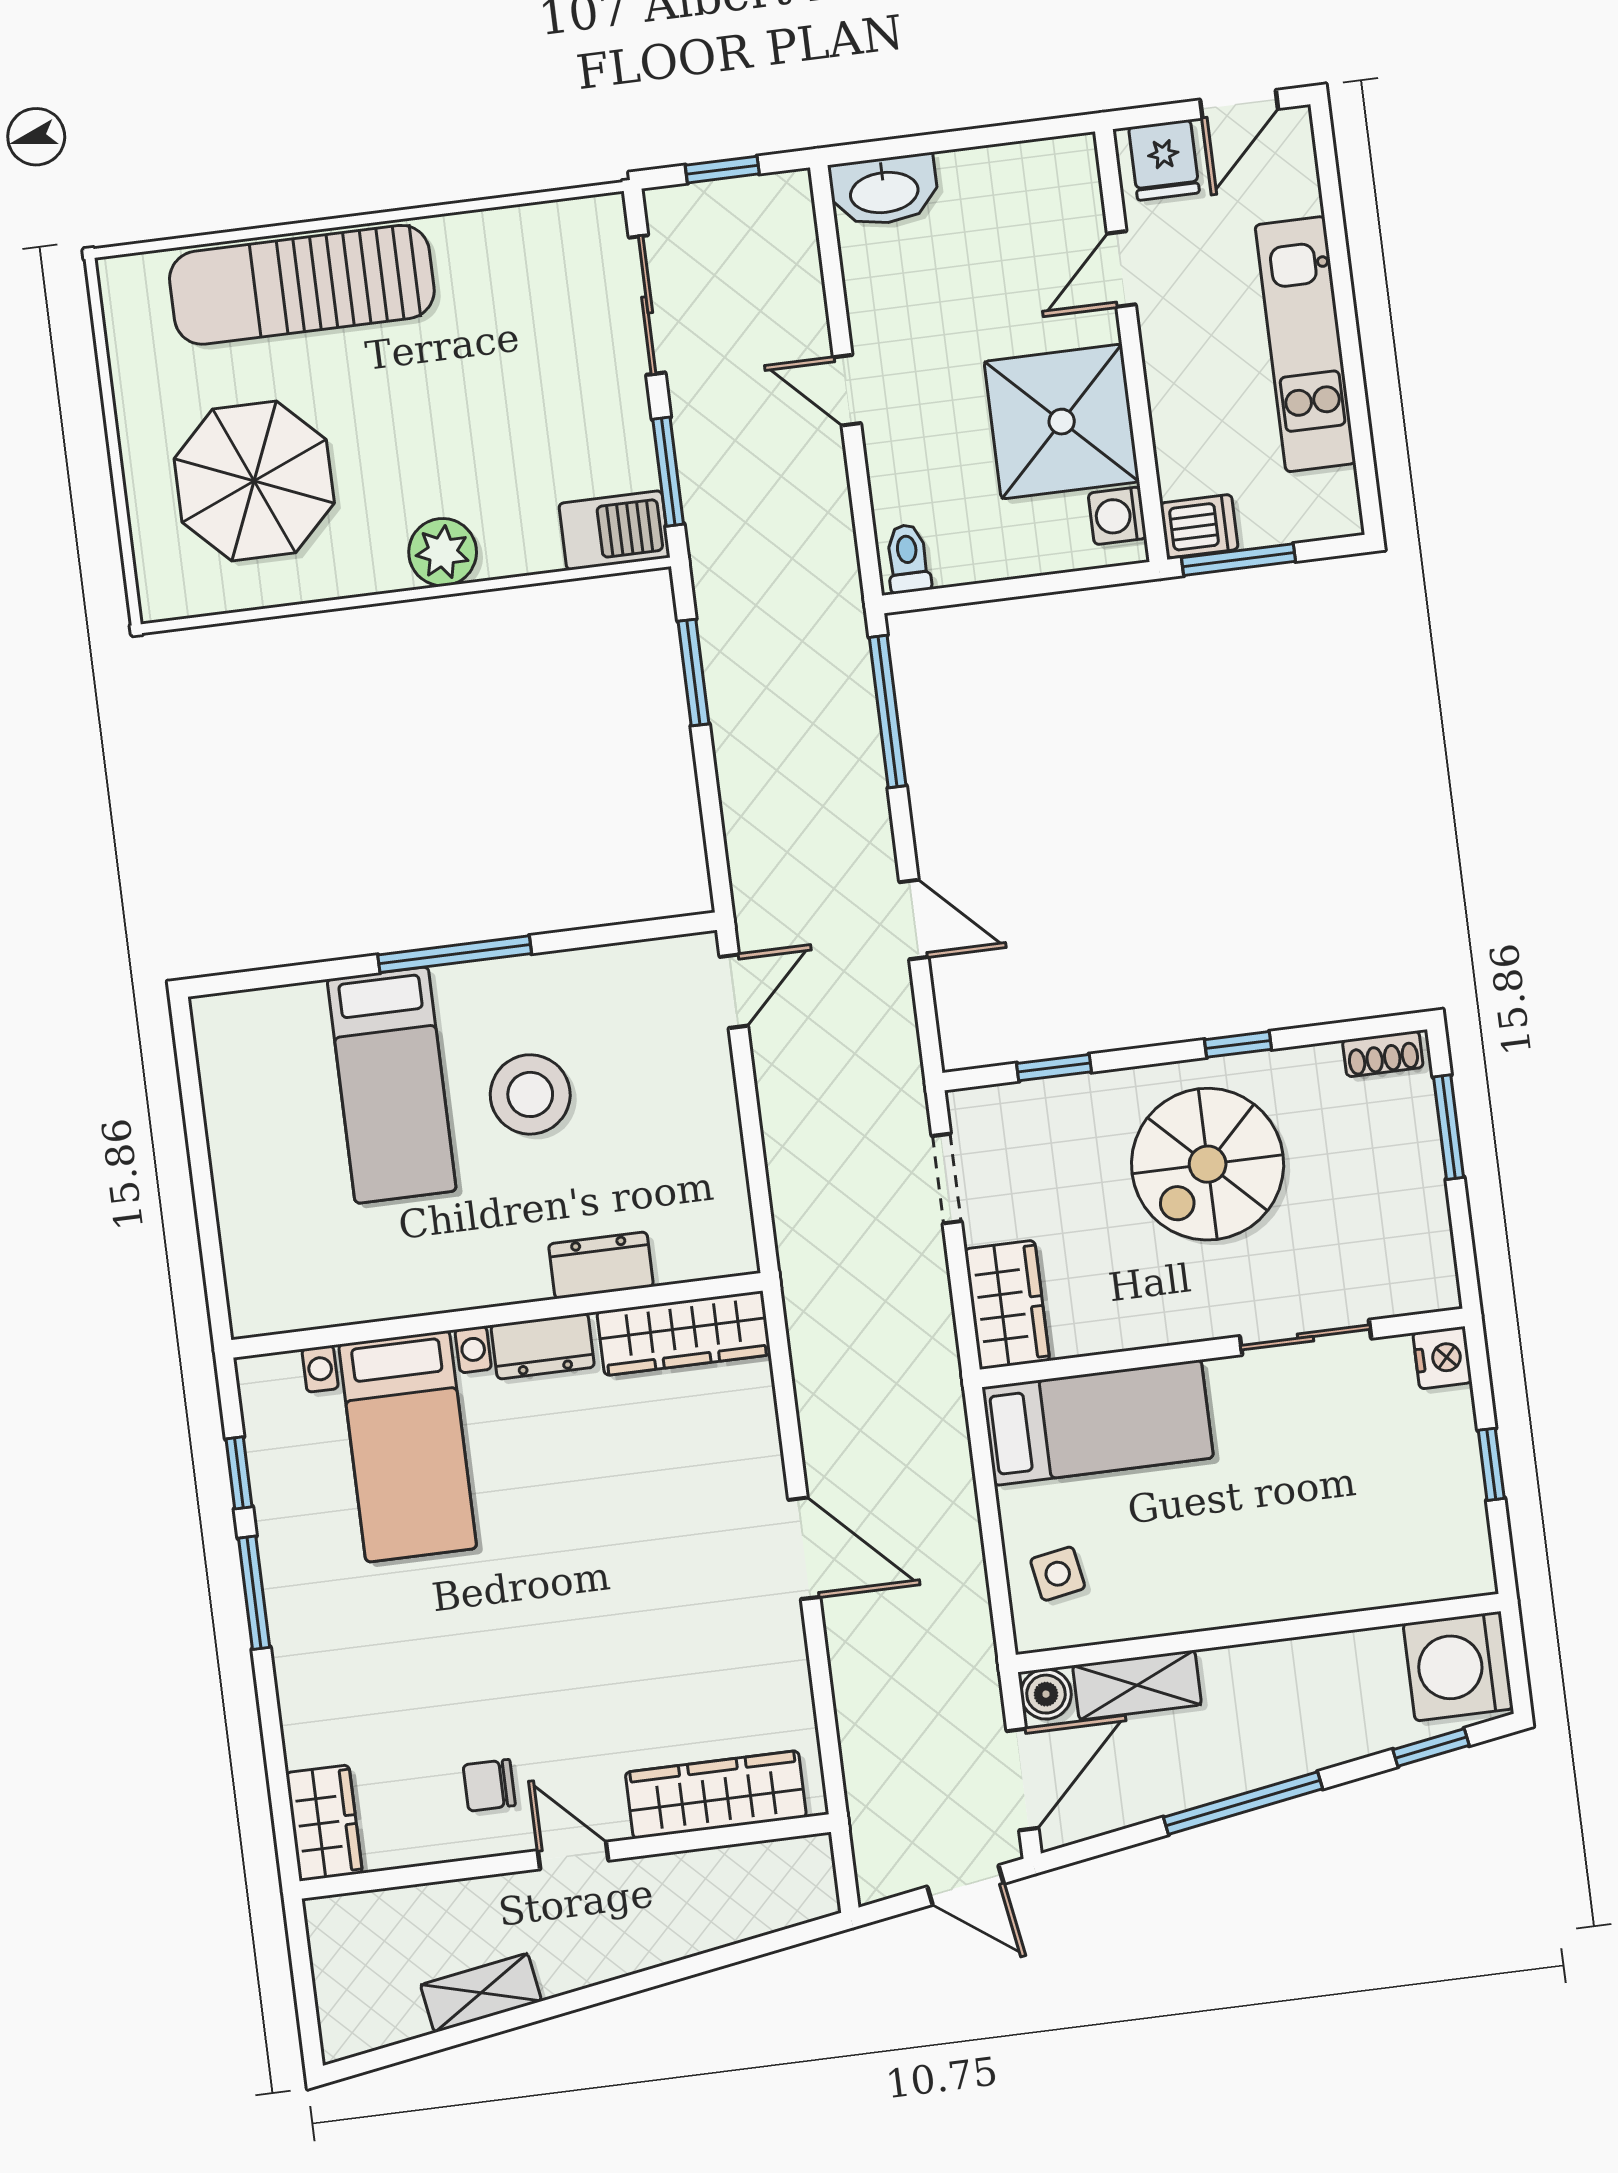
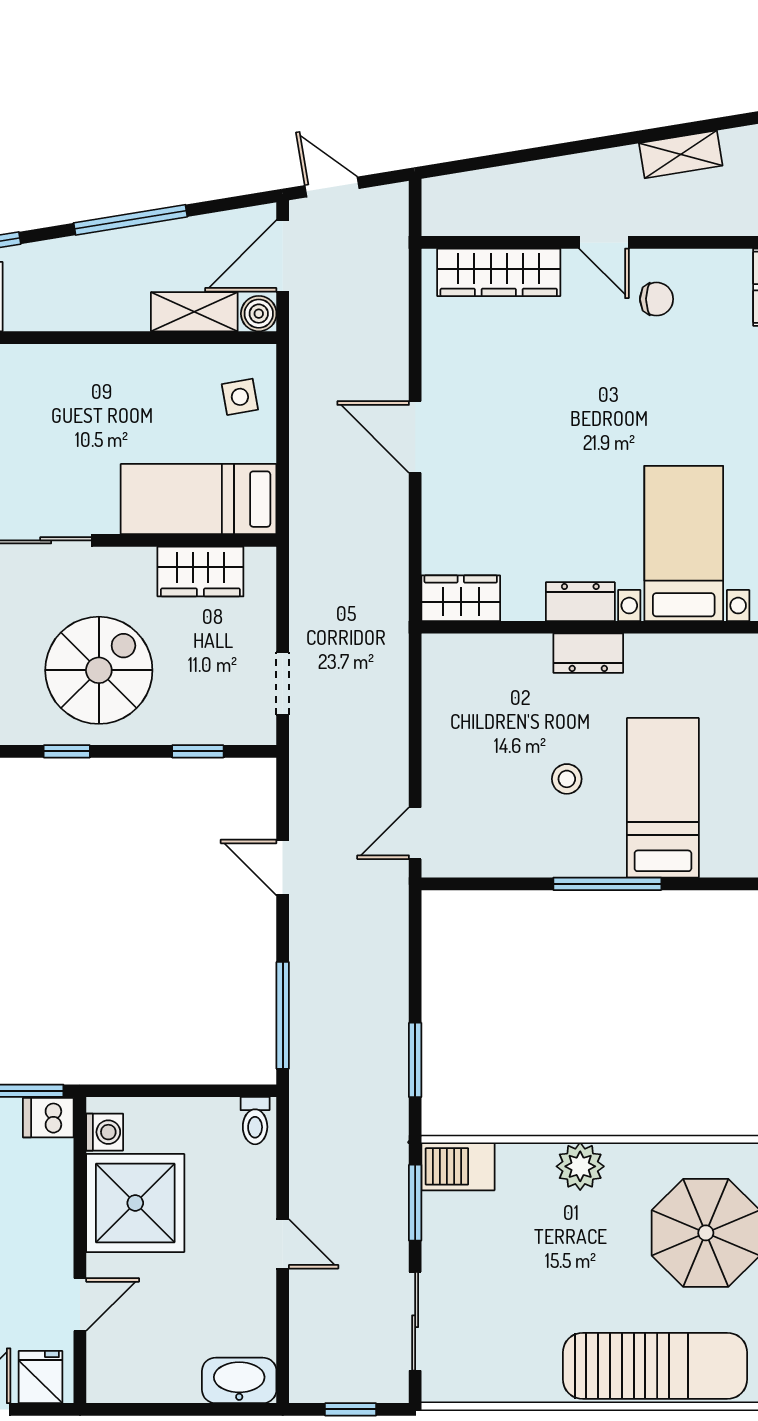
stool: (530, 1094) -> (567, 779), width x0.53, depth x0.53
dresser: (601, 1265) -> (588, 653), moved
wardrobe: (1007, 1305) -> (200, 571), moved, turned -90
wardrobe: (684, 1333) -> (461, 598), width x0.67

